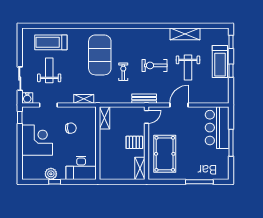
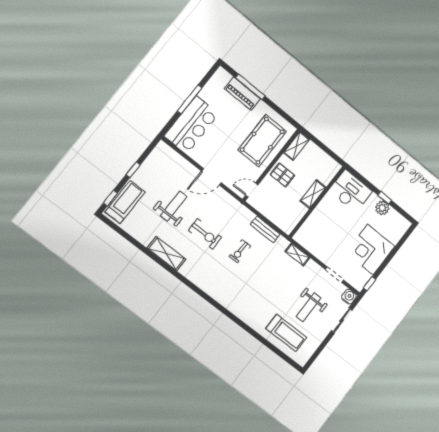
shelving: (185, 34) -> (166, 254), moved
exercise mat: (100, 55) -> (250, 285), removed
treadmill: (220, 61) -> (125, 202), moved
bench: (144, 99) -> (265, 229), moved
shelving: (104, 118) -> (313, 194), moved
chair: (71, 128) -> (331, 236), removed
piano: (201, 174) -> (243, 94), added

